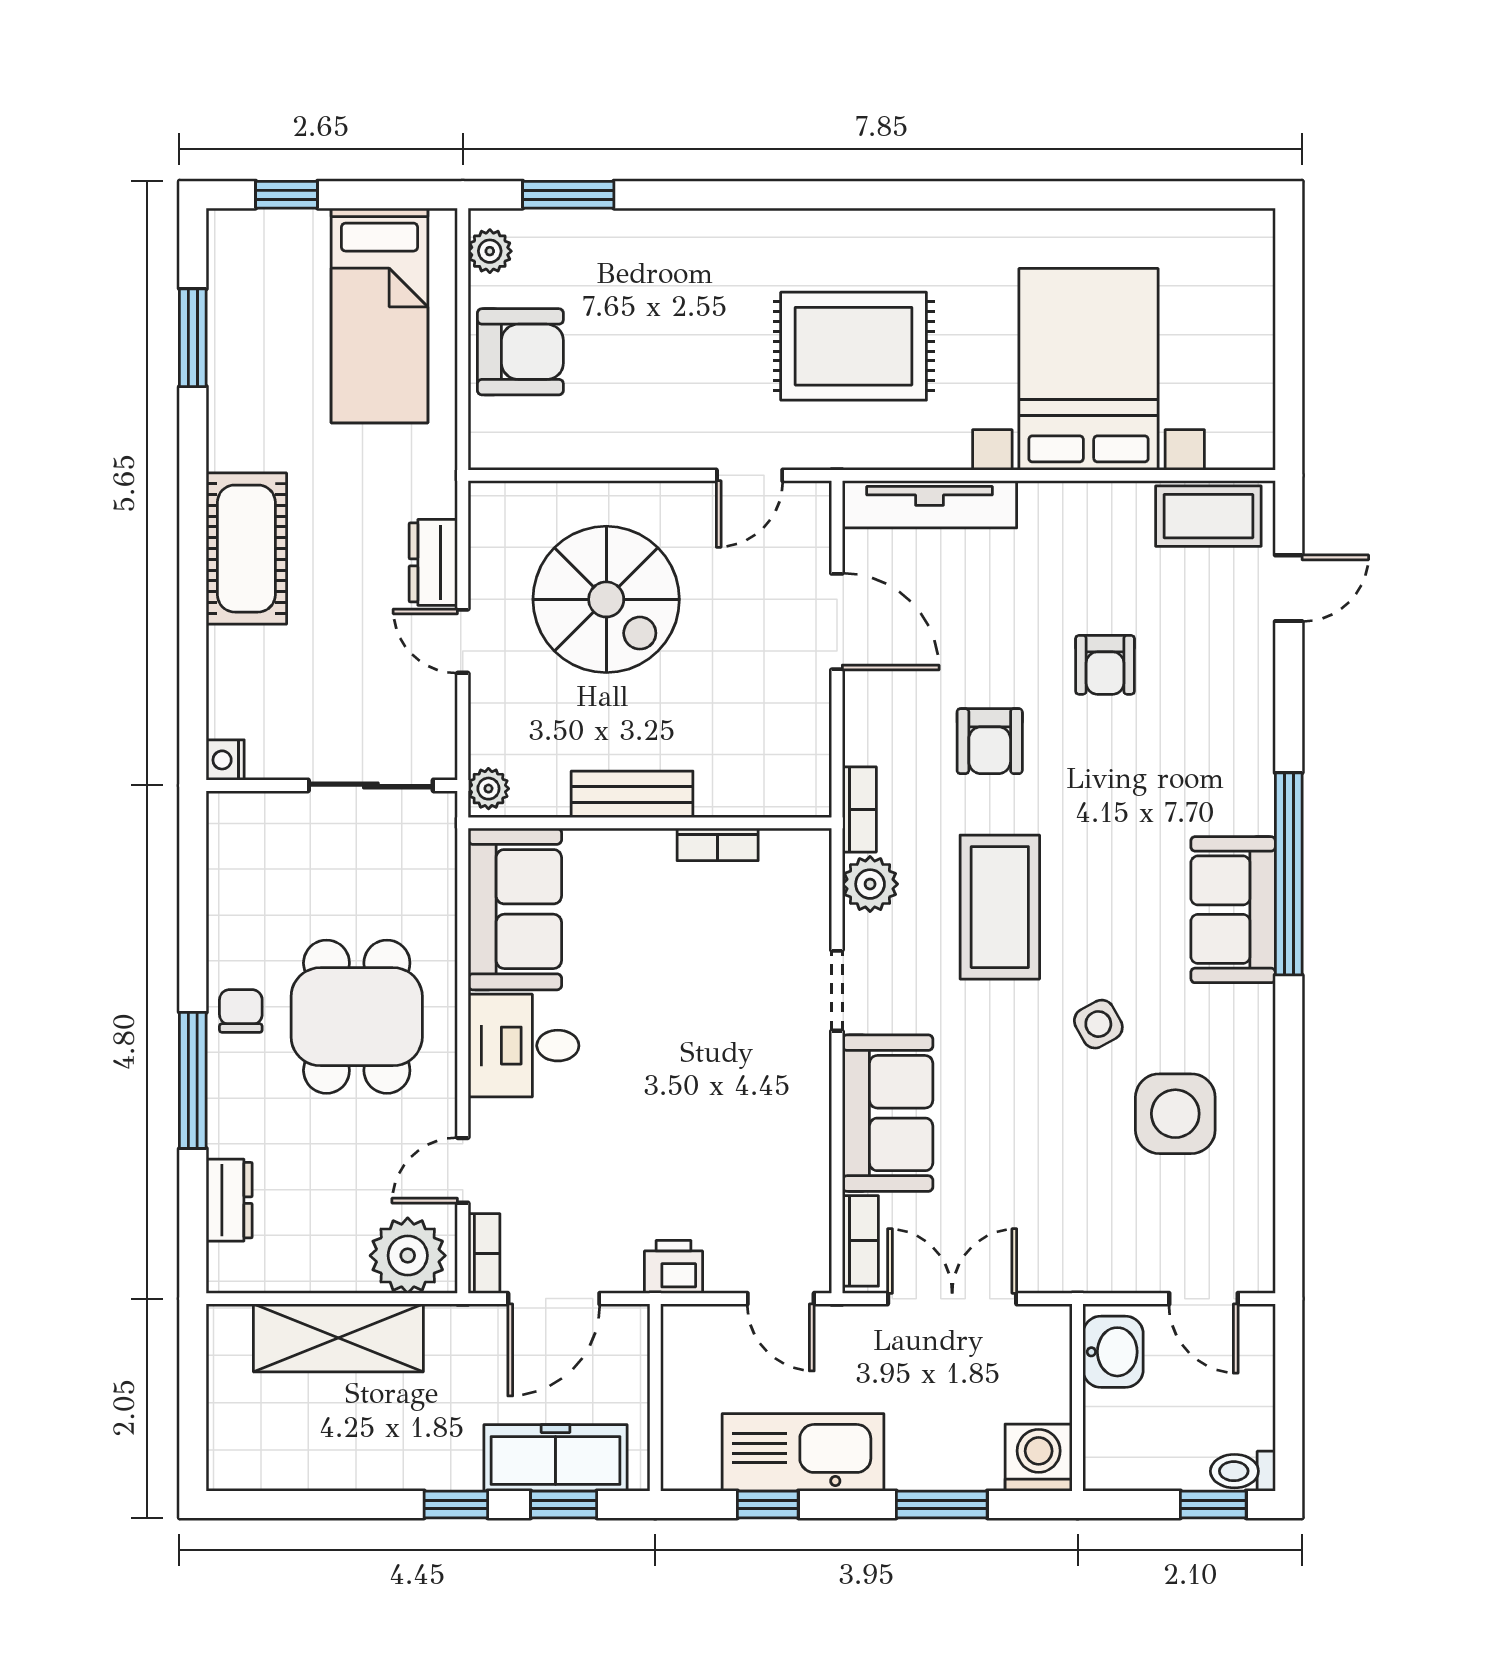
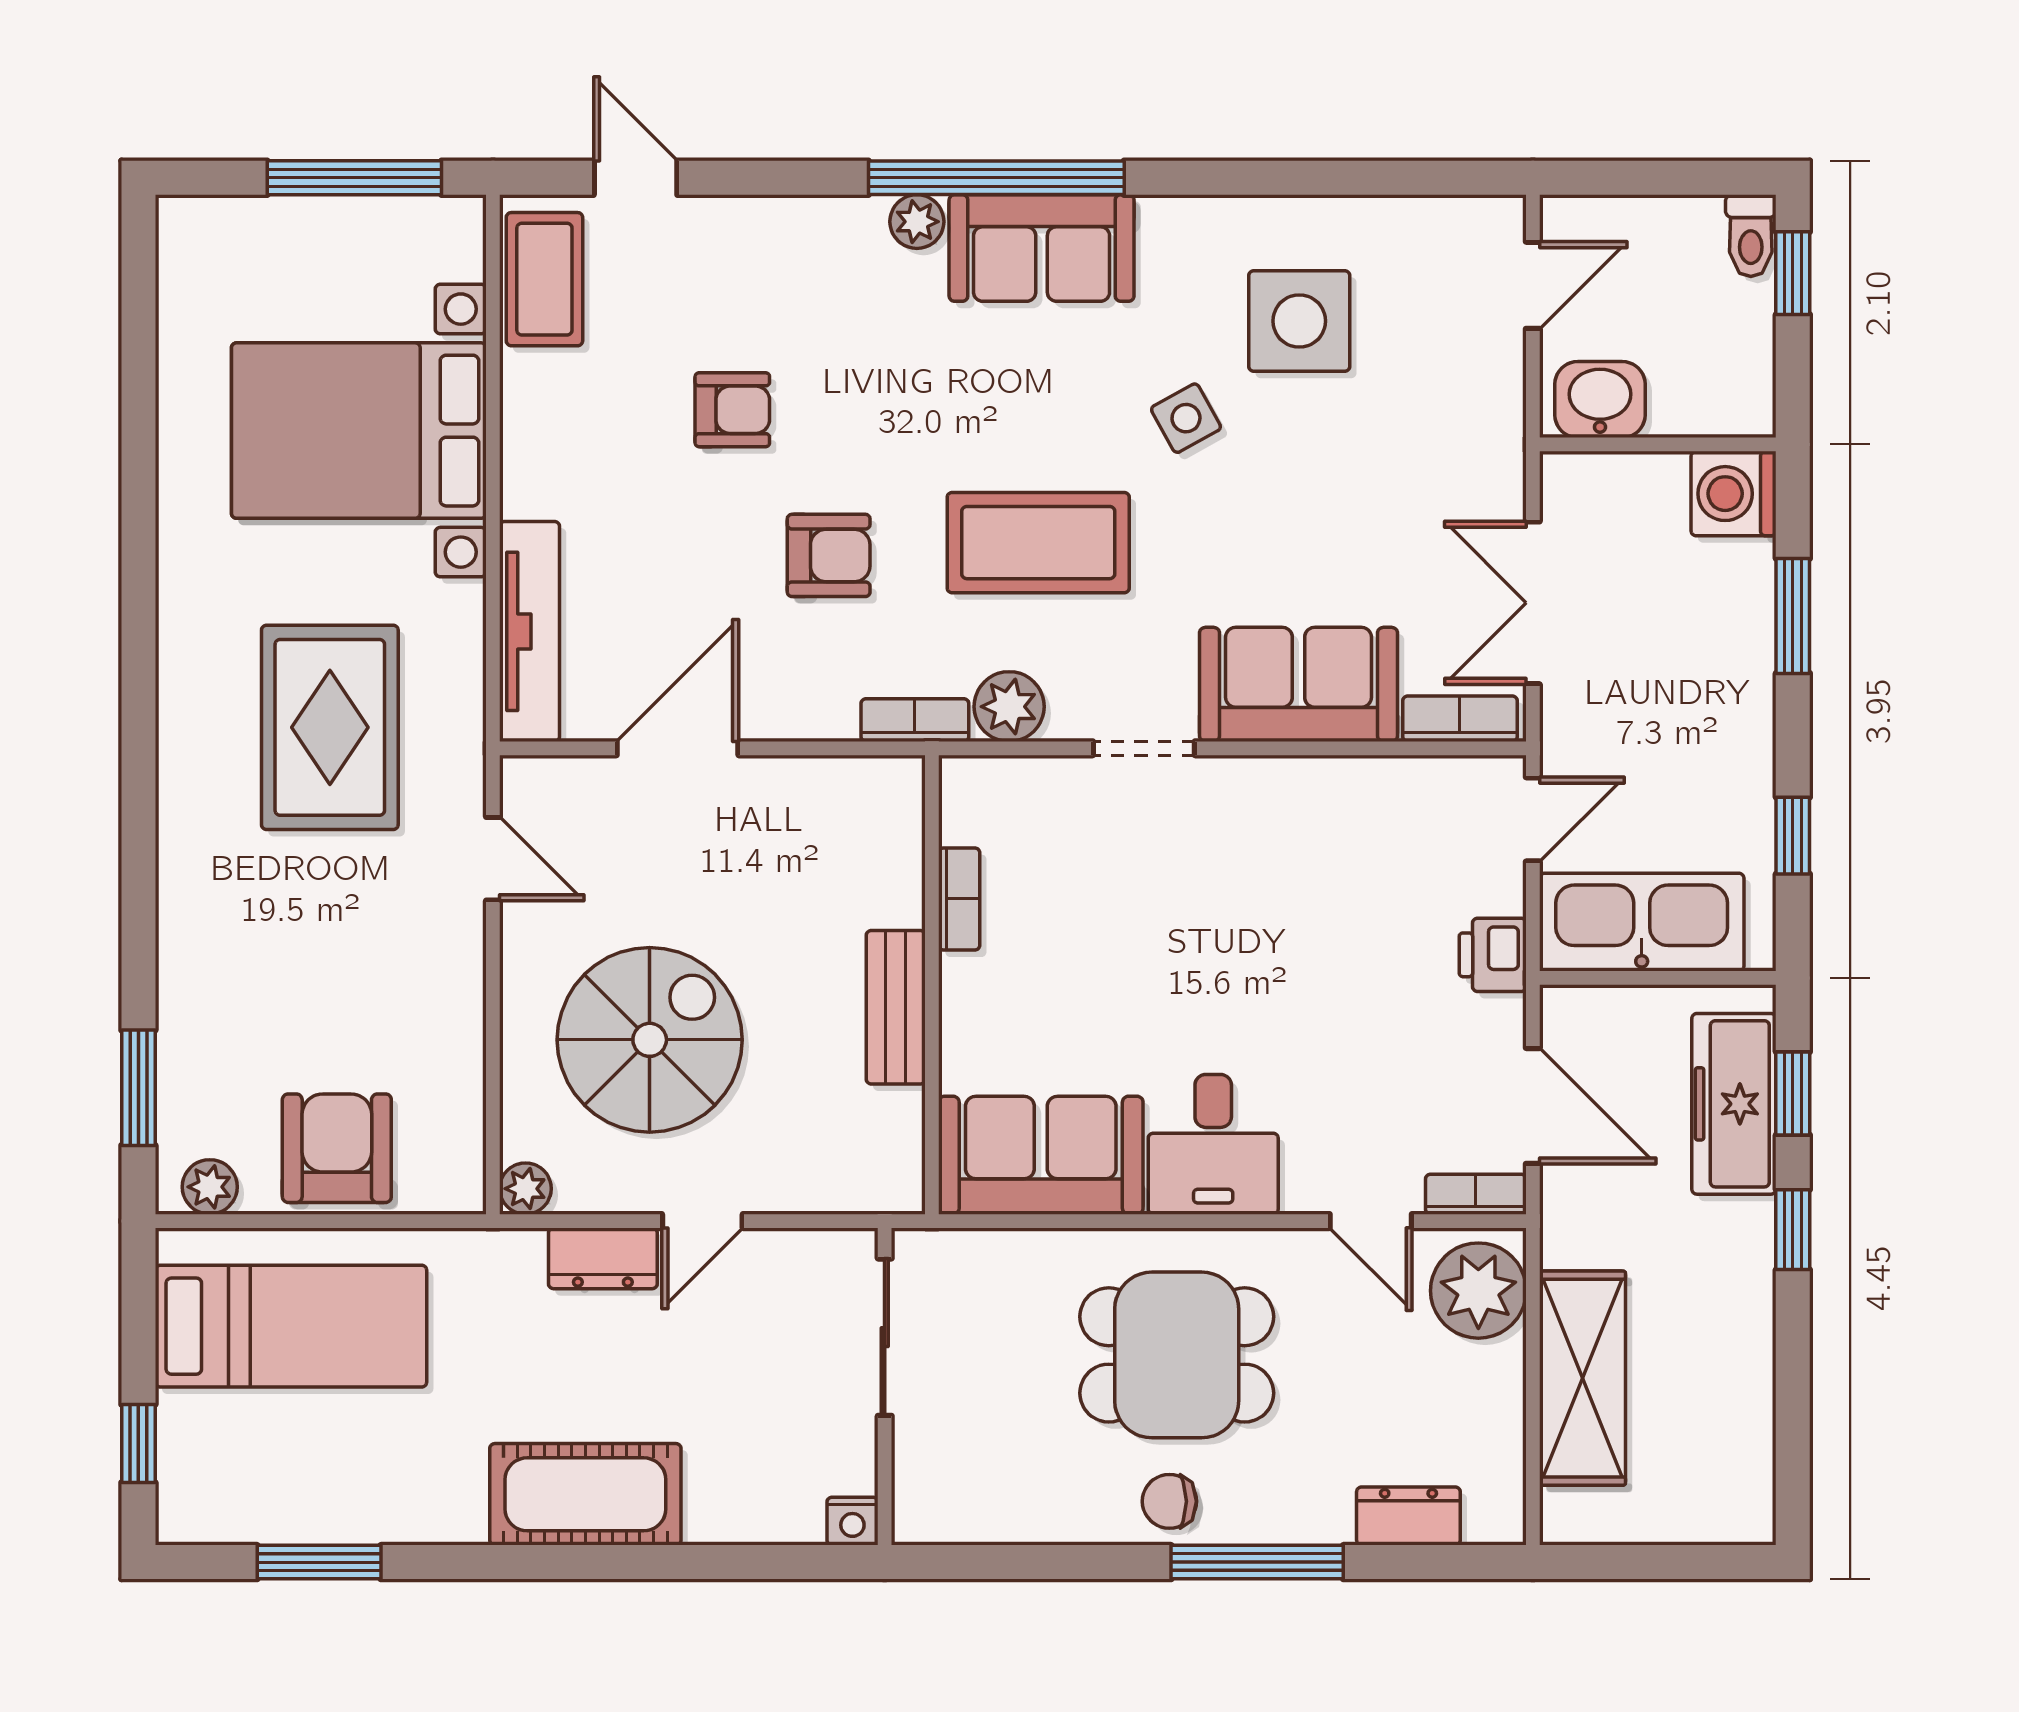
window: (1289, 366) -> (354, 178), added
plant: (488, 789) -> (525, 1189), moved
plant: (1254, 811) -> (917, 222), added
kitchen sink: (803, 1452) -> (1642, 922), moved, turned 90

